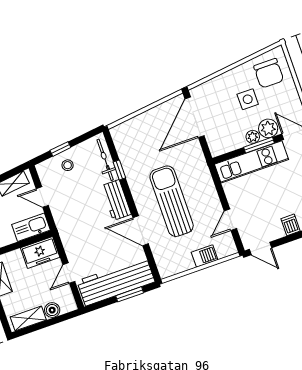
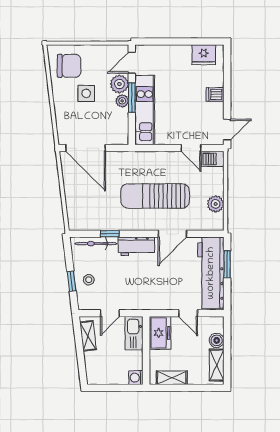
barbecue: (205, 256) -> (213, 159), moved, turned -90
plant: (184, 263) -> (216, 204), added

